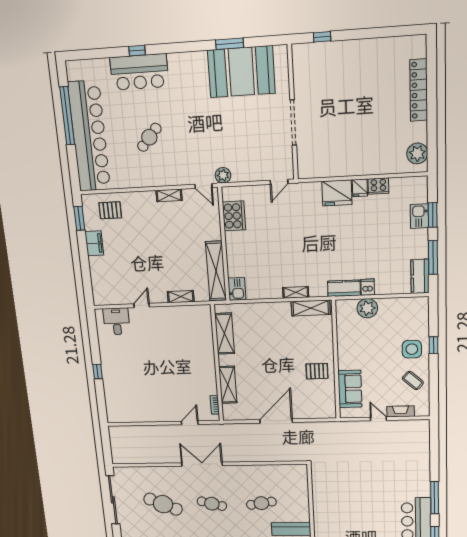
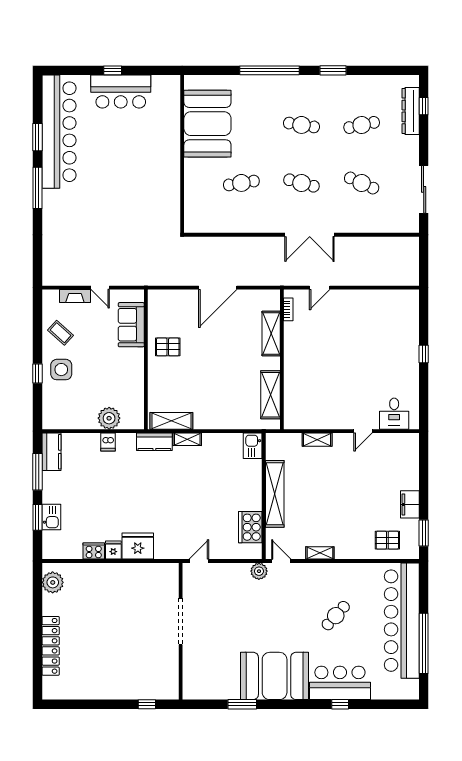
booth: (241, 72) -> (275, 676), moved
shelving: (216, 271) -> (275, 494), moved
kitchen counter: (344, 288) -> (154, 442), moved
sliding door: (113, 500) -> (424, 189), width x0.73
cafe table: (163, 504) -> (362, 183), width x0.73, depth x0.74

